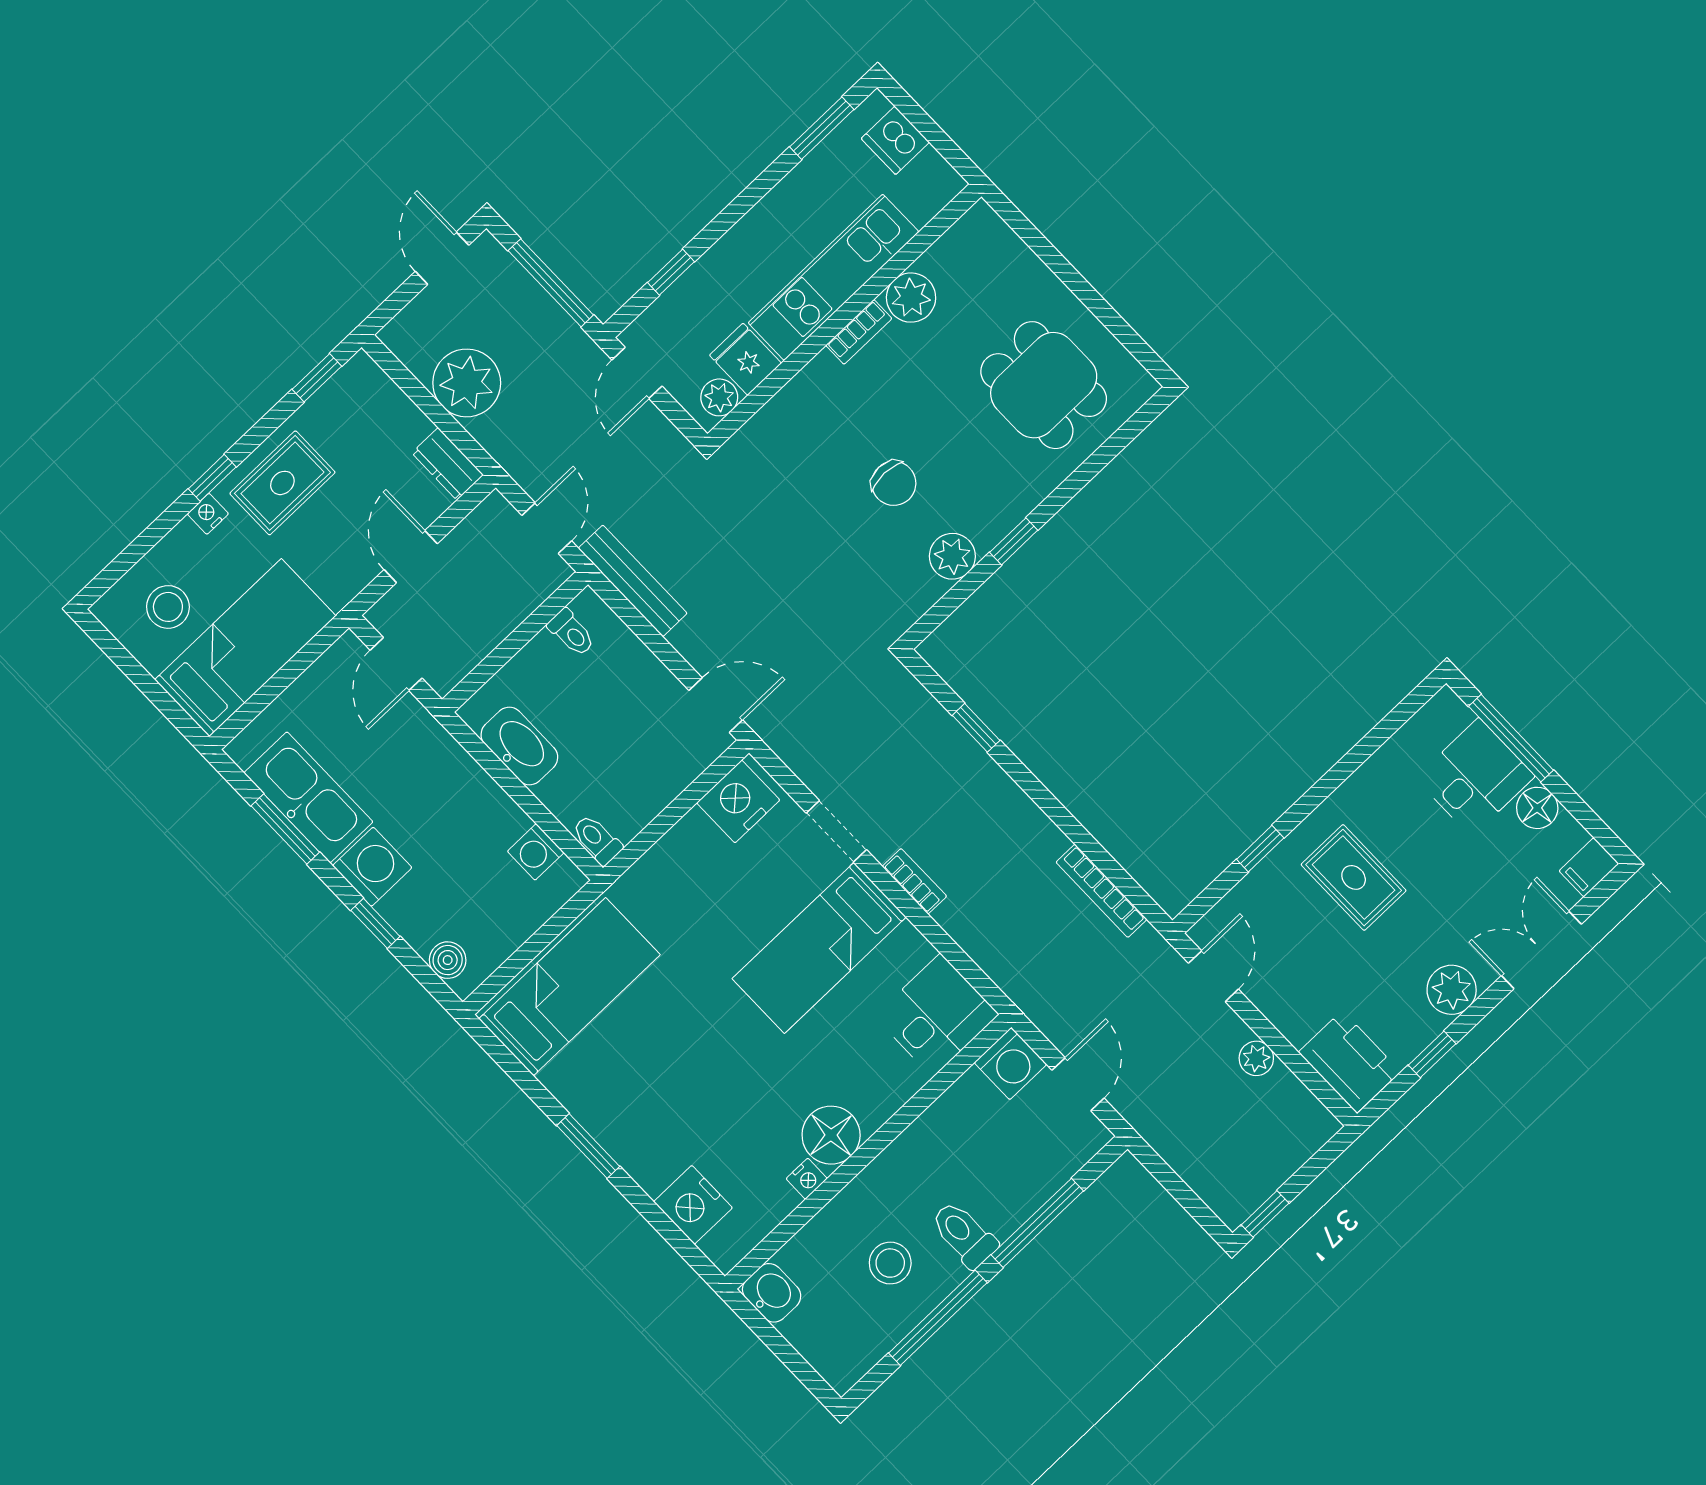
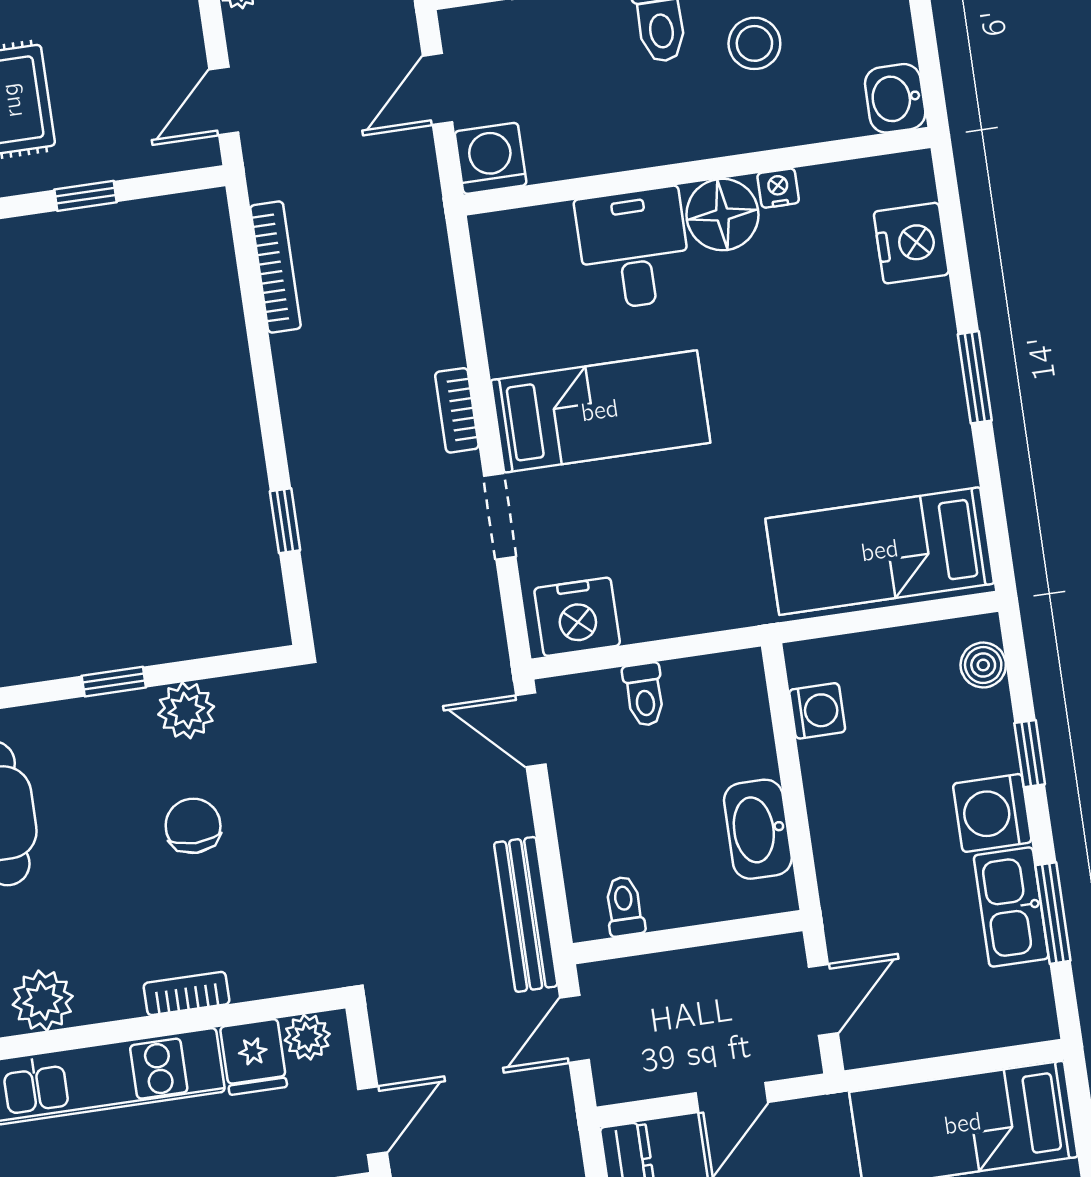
bookcase: (859, 332) -> (187, 994), moved
kitchen sink: (308, 797) -> (1011, 907), width x0.73, depth x0.81
toilet: (597, 840) -> (644, 695), moved
desk: (937, 1015) -> (634, 249), moved, turned 90

